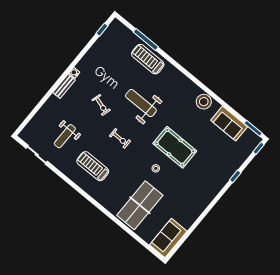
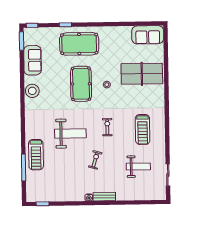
weight bench: (141, 103) -> (70, 133), turned -90
pool table: (210, 174) -> (79, 44), added

